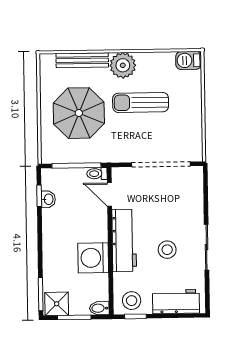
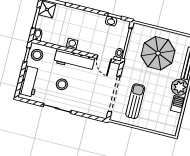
barbecue: (189, 60) -> (178, 104), moved
sun lounger: (141, 102) -> (135, 101), moved
door: (109, 195) -> (104, 59), swing flipped
washing machine: (93, 258) -> (72, 44), width x0.53, depth x0.53

